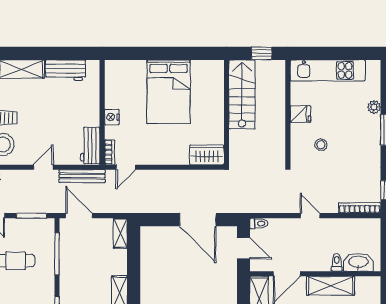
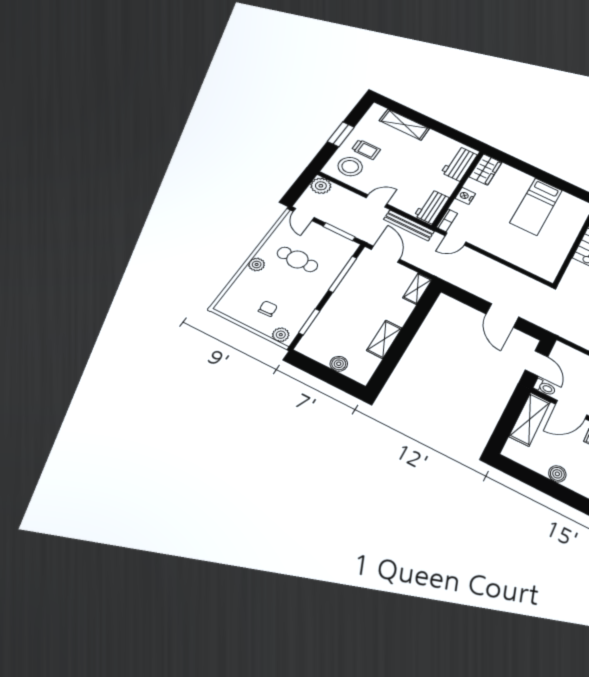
workbench: (65, 70) -> (459, 164), moved, turned 90
bed: (169, 92) -> (536, 206), width x0.67
wardrobe: (207, 155) -> (486, 169), moved, turned 90
door: (198, 220) -> (502, 315), width x0.73
toilet: (259, 224) -> (545, 387), moved

